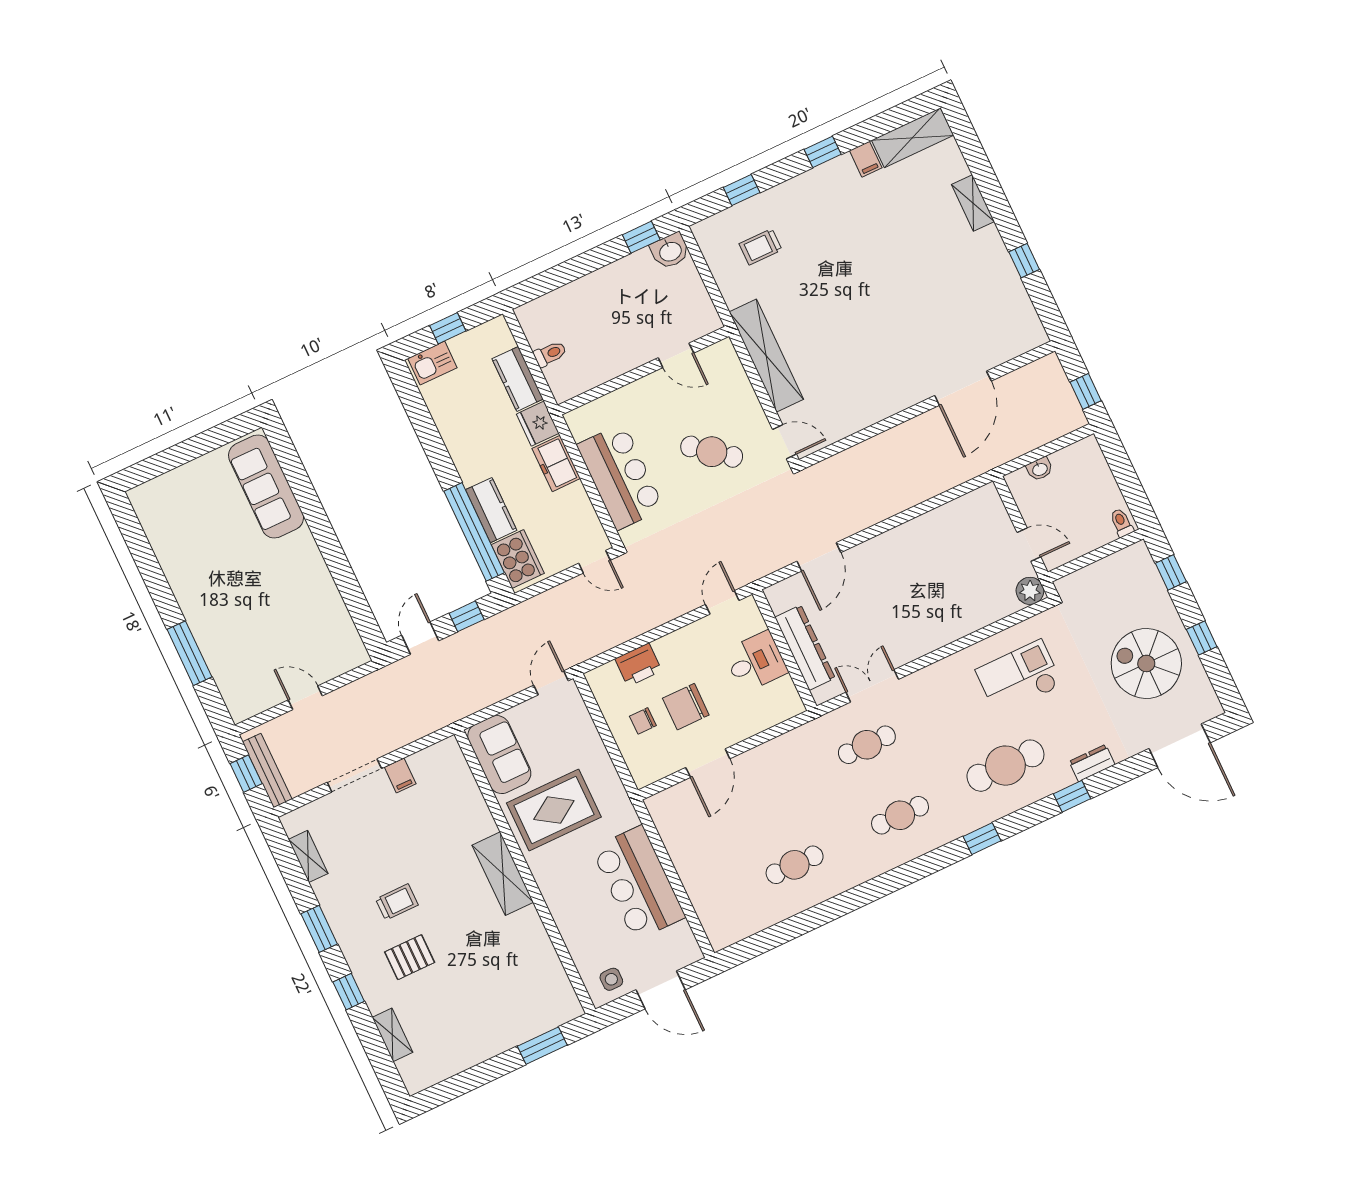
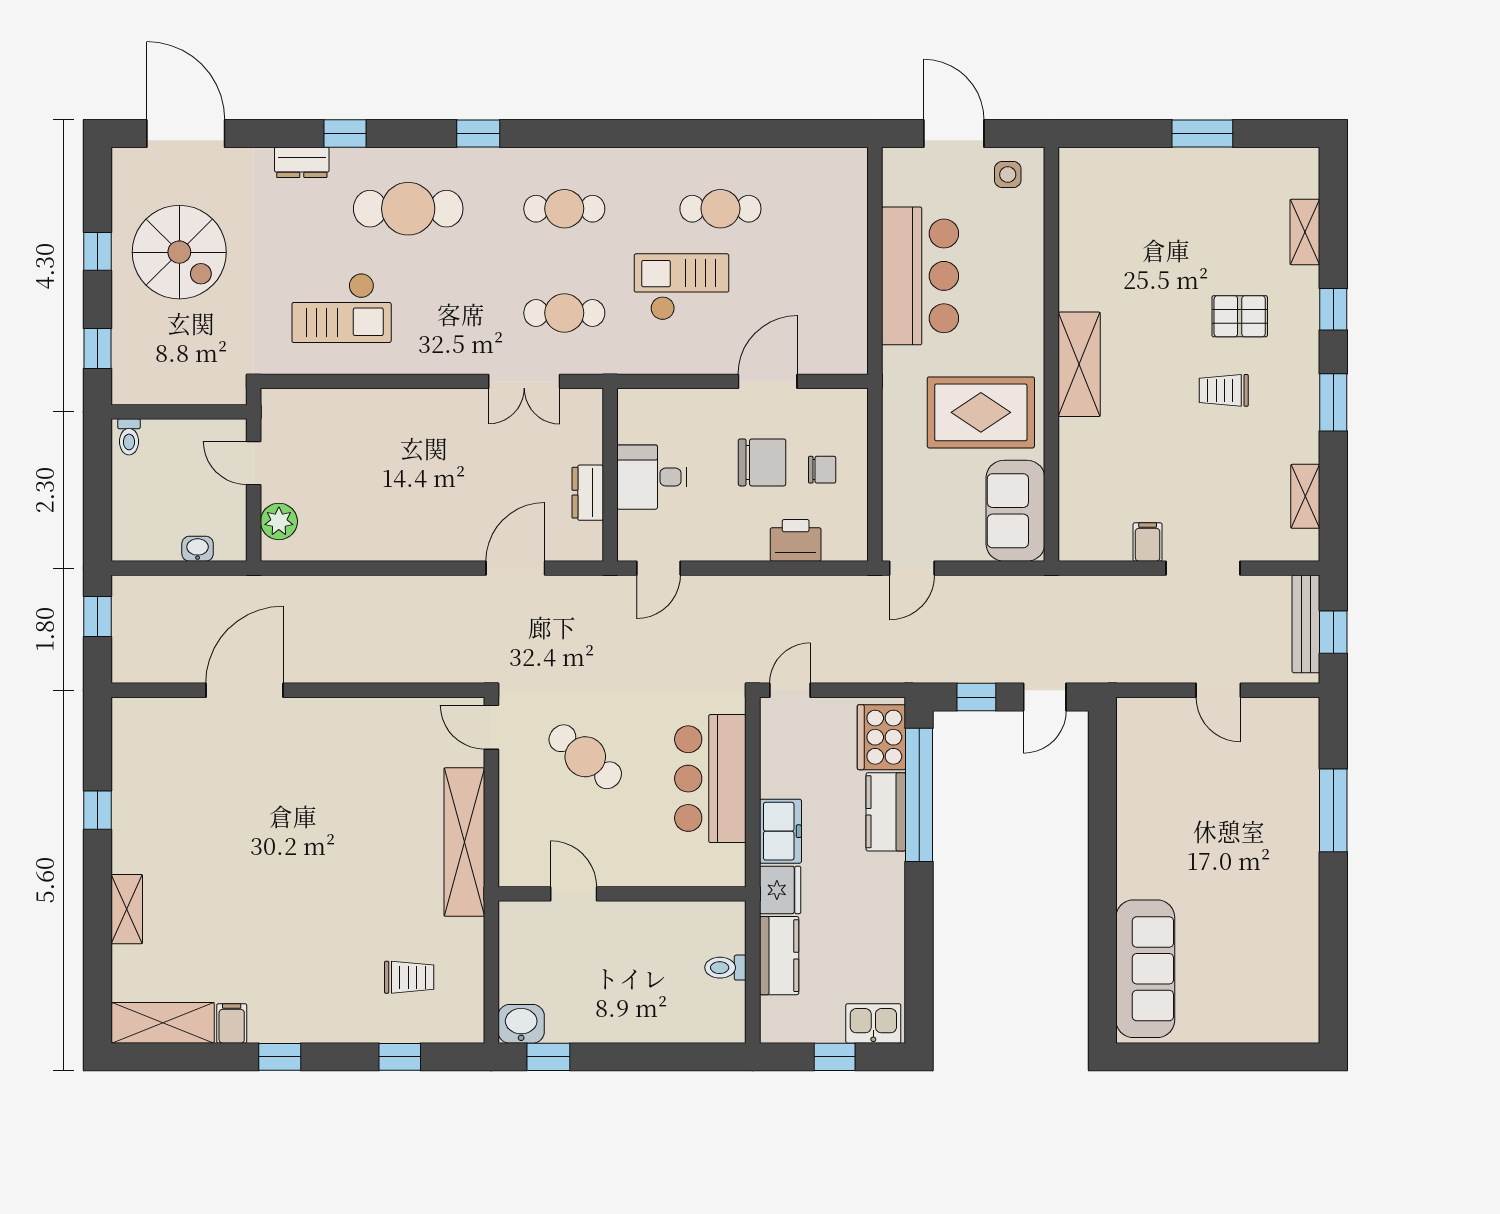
door: (594, 562) -> (790, 690), hinge flipped
plant: (1030, 591) -> (279, 521), moved
dresser: (805, 648) -> (588, 493), width x0.51, depth x0.80
checkout: (796, 800) -> (682, 287), added
window: (542, 1046) -> (1202, 134), moved

